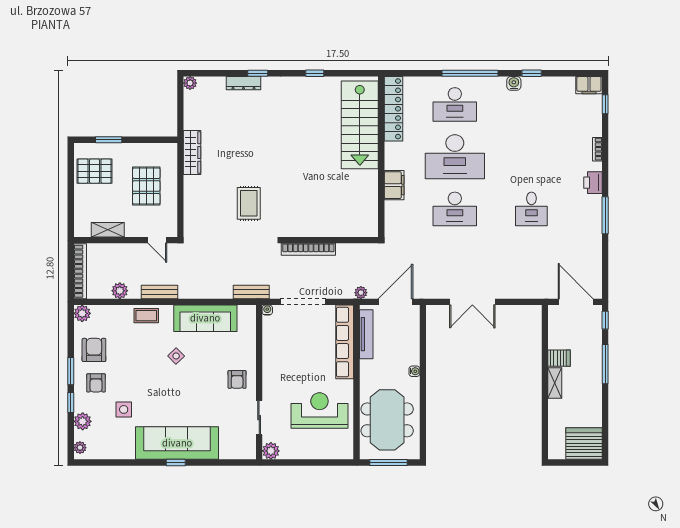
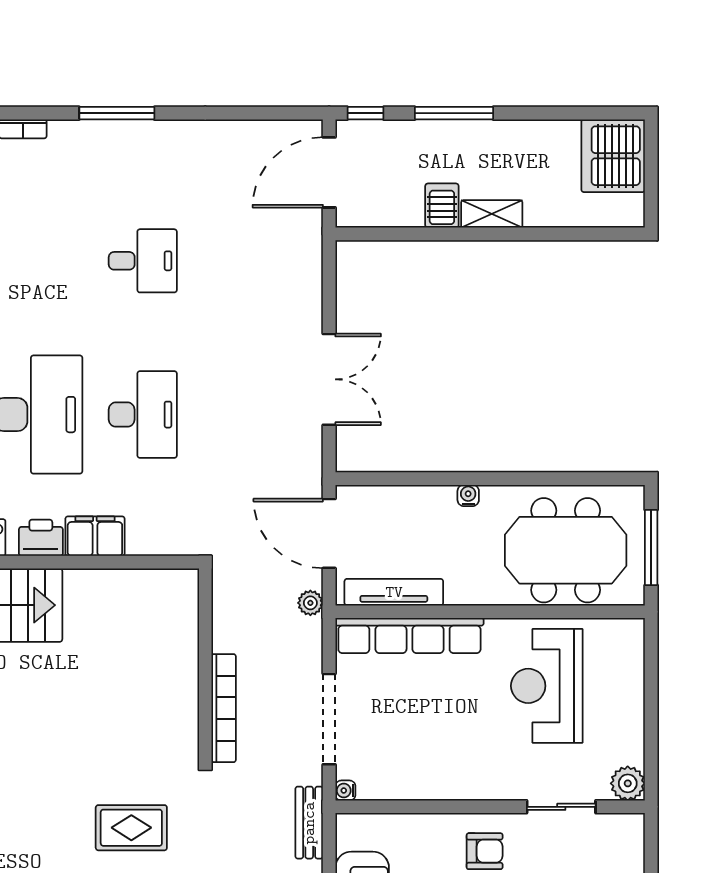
printer: (593, 183) -> (41, 538), moved, turned 180
window: (605, 215) -> (117, 113), moved

